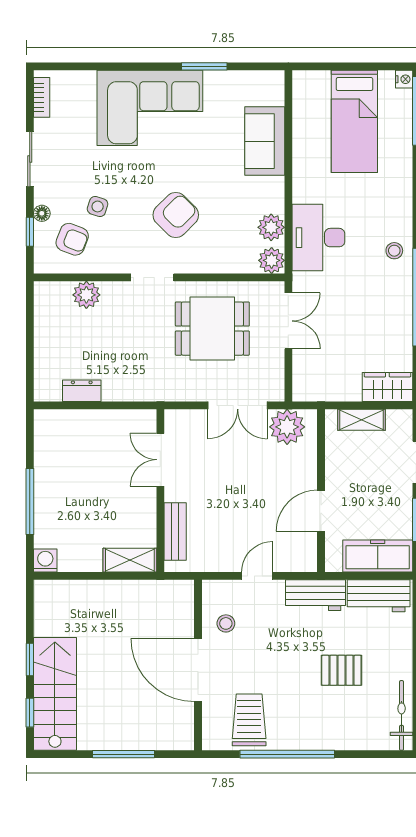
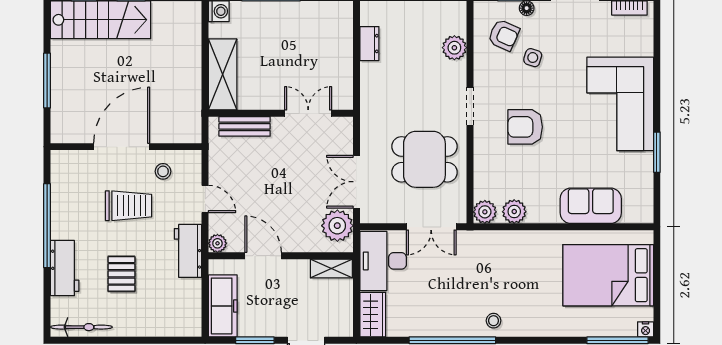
bed: (354, 121) -> (608, 275), width x1.50
armchair: (176, 215) -> (525, 127), turned 135
desk: (318, 238) -> (383, 261), moved, turned -90
armchair: (72, 239) -> (504, 35), turned -87
dining table: (212, 329) -> (424, 159), turned 90
shelving: (362, 420) -> (331, 269), moved, turned 90
shelving: (130, 560) -> (223, 74), width x1.50, depth x1.33
plant: (307, 562) -> (217, 243), added
workbench: (379, 596) -> (65, 268), moved, turned 180
trolley: (249, 720) -> (128, 206), moved

